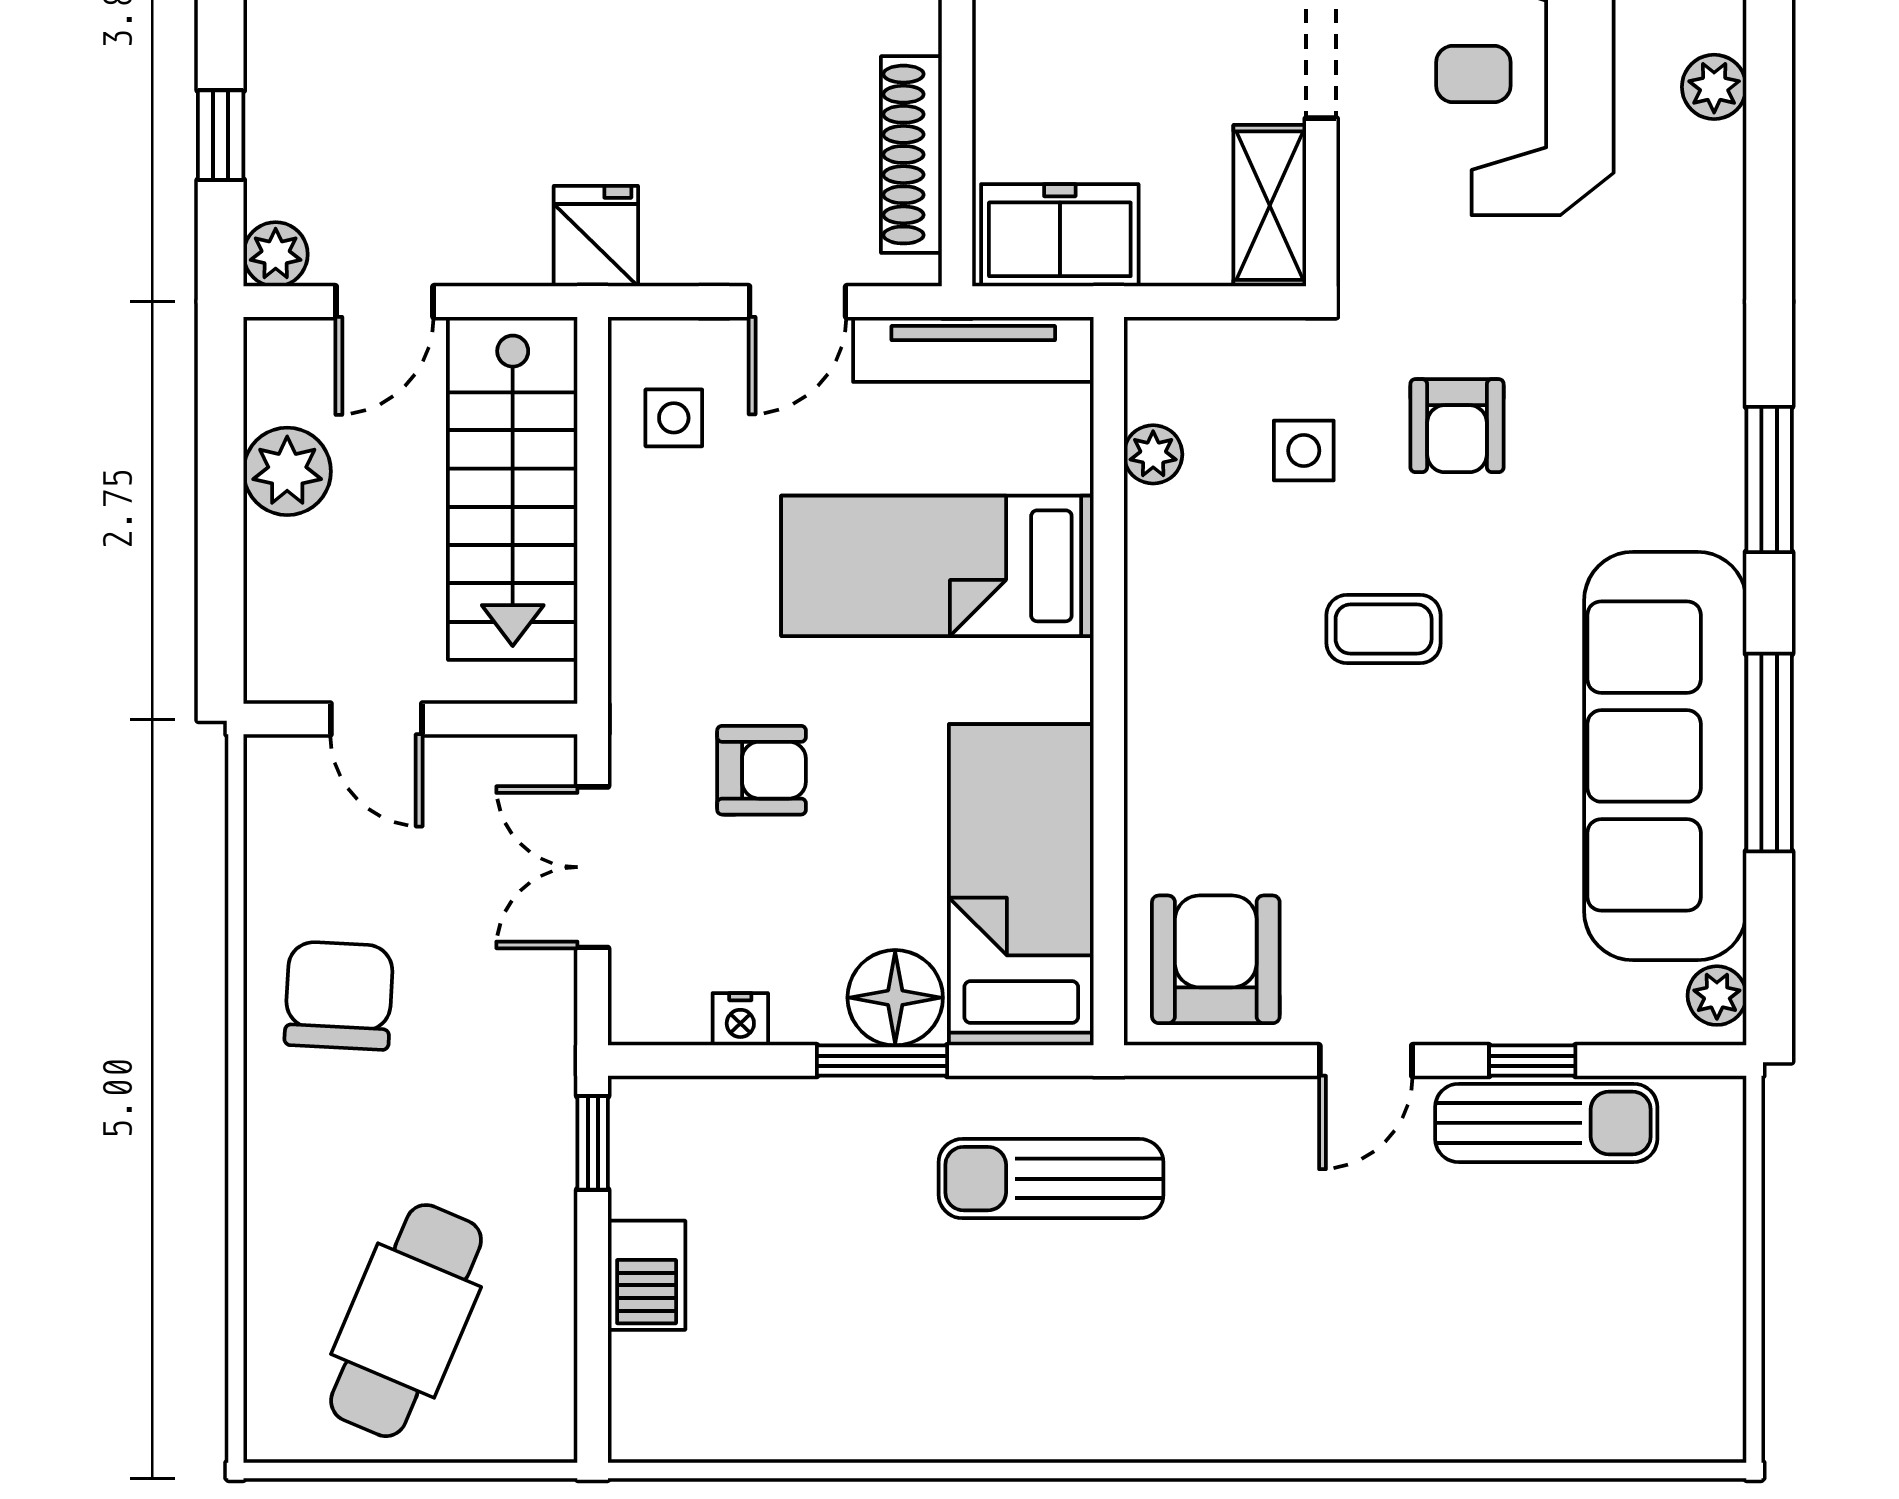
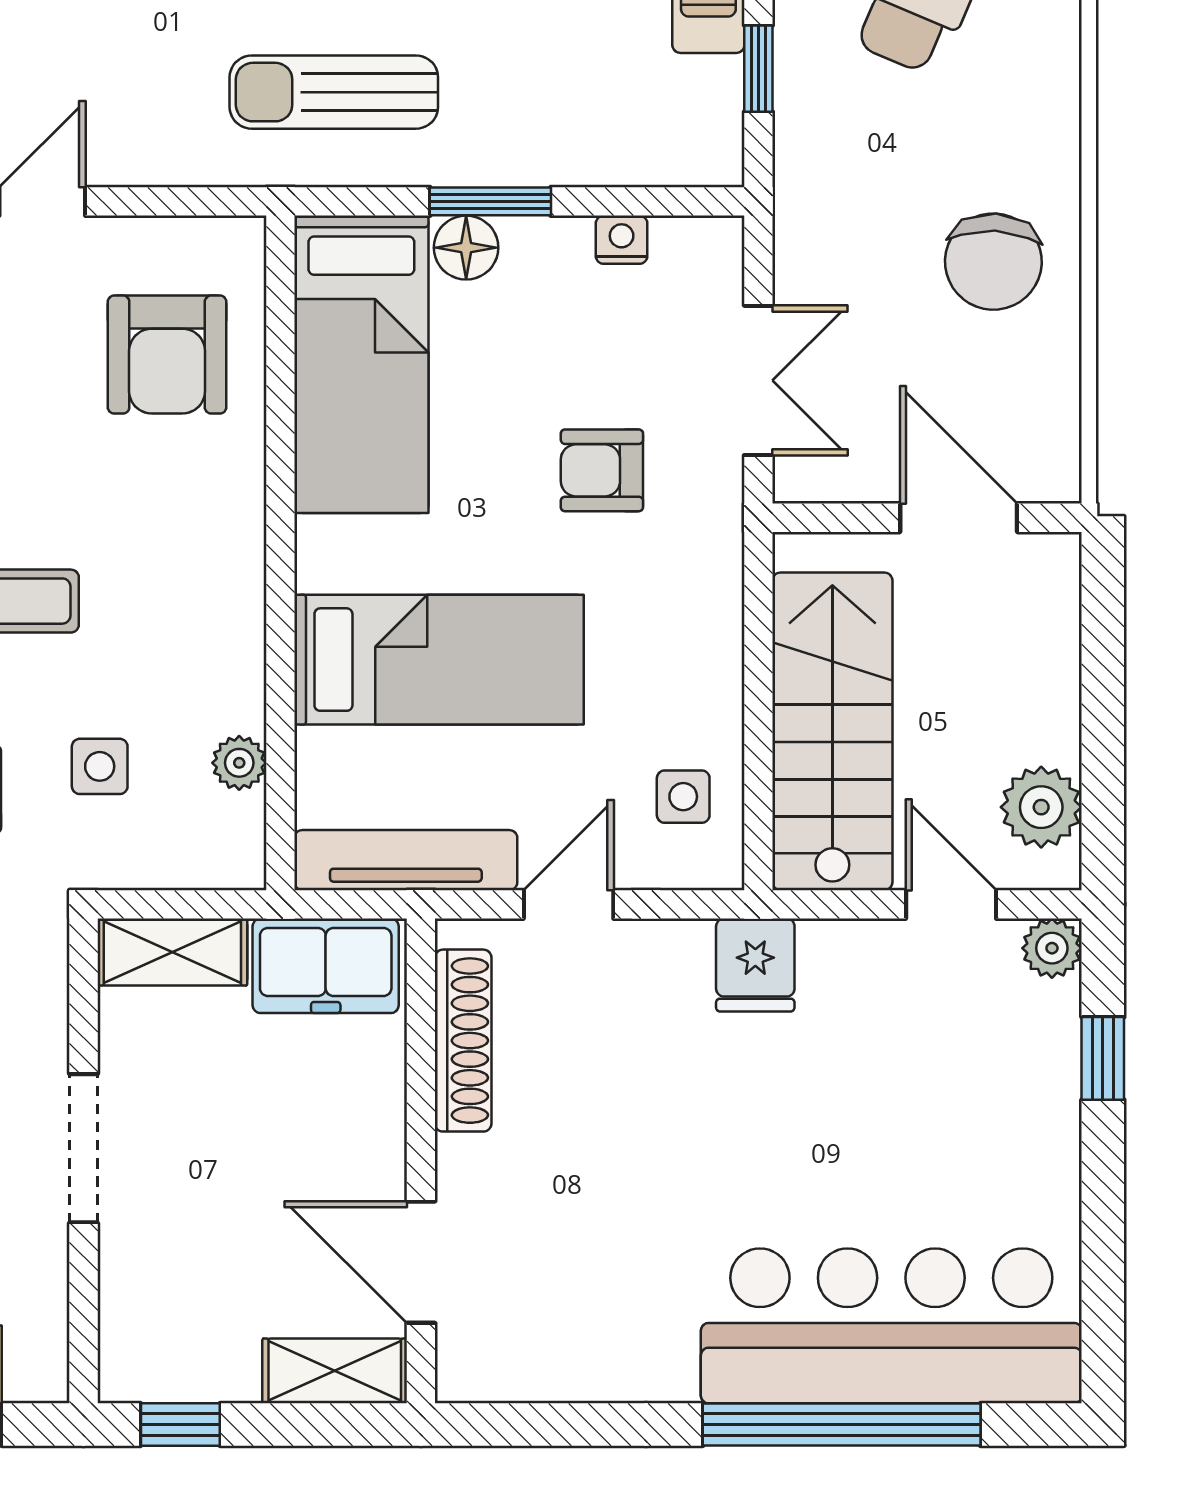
shelving: (1270, 206) -> (172, 952), moved, turned 90
door: (385, 302) -> (951, 904), hinge flipped
plant: (287, 471) -> (1041, 807), moved
door: (376, 719) -> (959, 518), width x1.38
armchair: (1216, 959) -> (167, 355), moved
floor lamp: (895, 998) -> (466, 248), width x0.73, depth x0.73
window: (593, 1143) -> (758, 69), moved
sun lounger: (1051, 1179) -> (334, 92), turned 180

